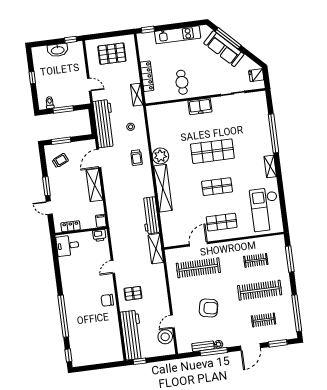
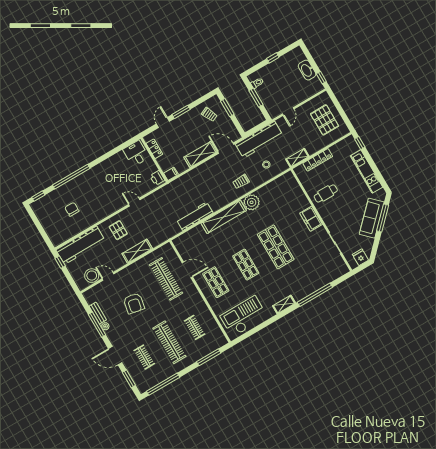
shelving: (156, 249) -> (137, 251), moved
chair: (107, 300) -> (72, 209), moved

